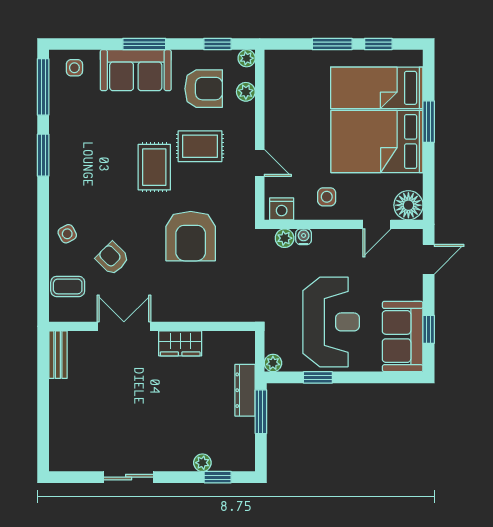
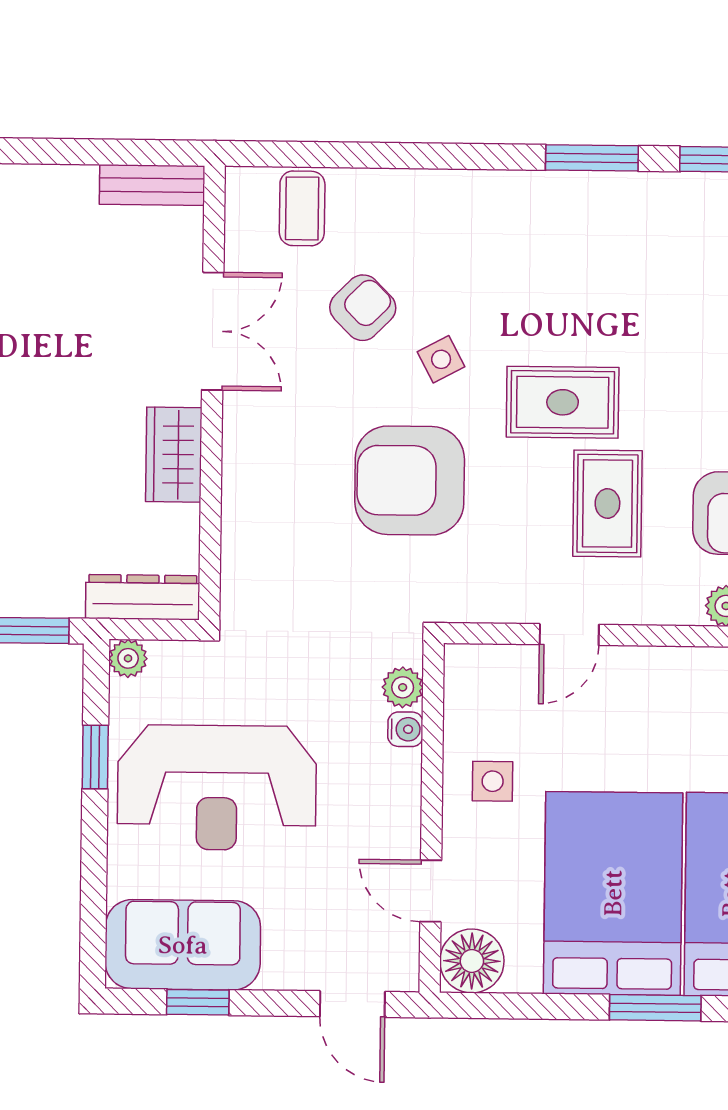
nightstand: (282, 209) -> (467, 682), removed
side table: (67, 234) -> (441, 359), moved
dresser: (245, 390) -> (143, 597), moved

